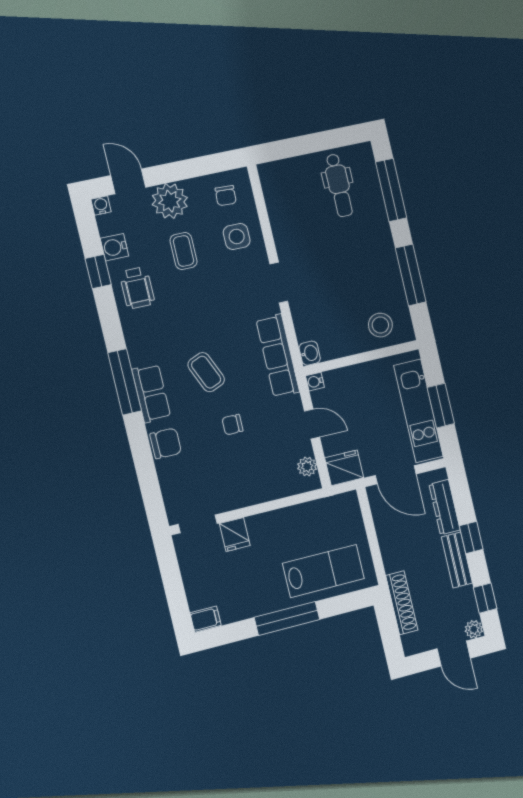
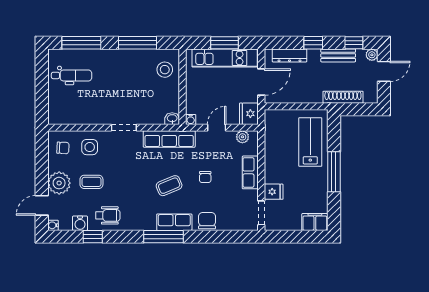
row of seats: (256, 492) -> (250, 172), added
bench: (457, 560) -> (338, 55), moved
filing cabinet: (206, 619) -> (315, 222), width x2.00

